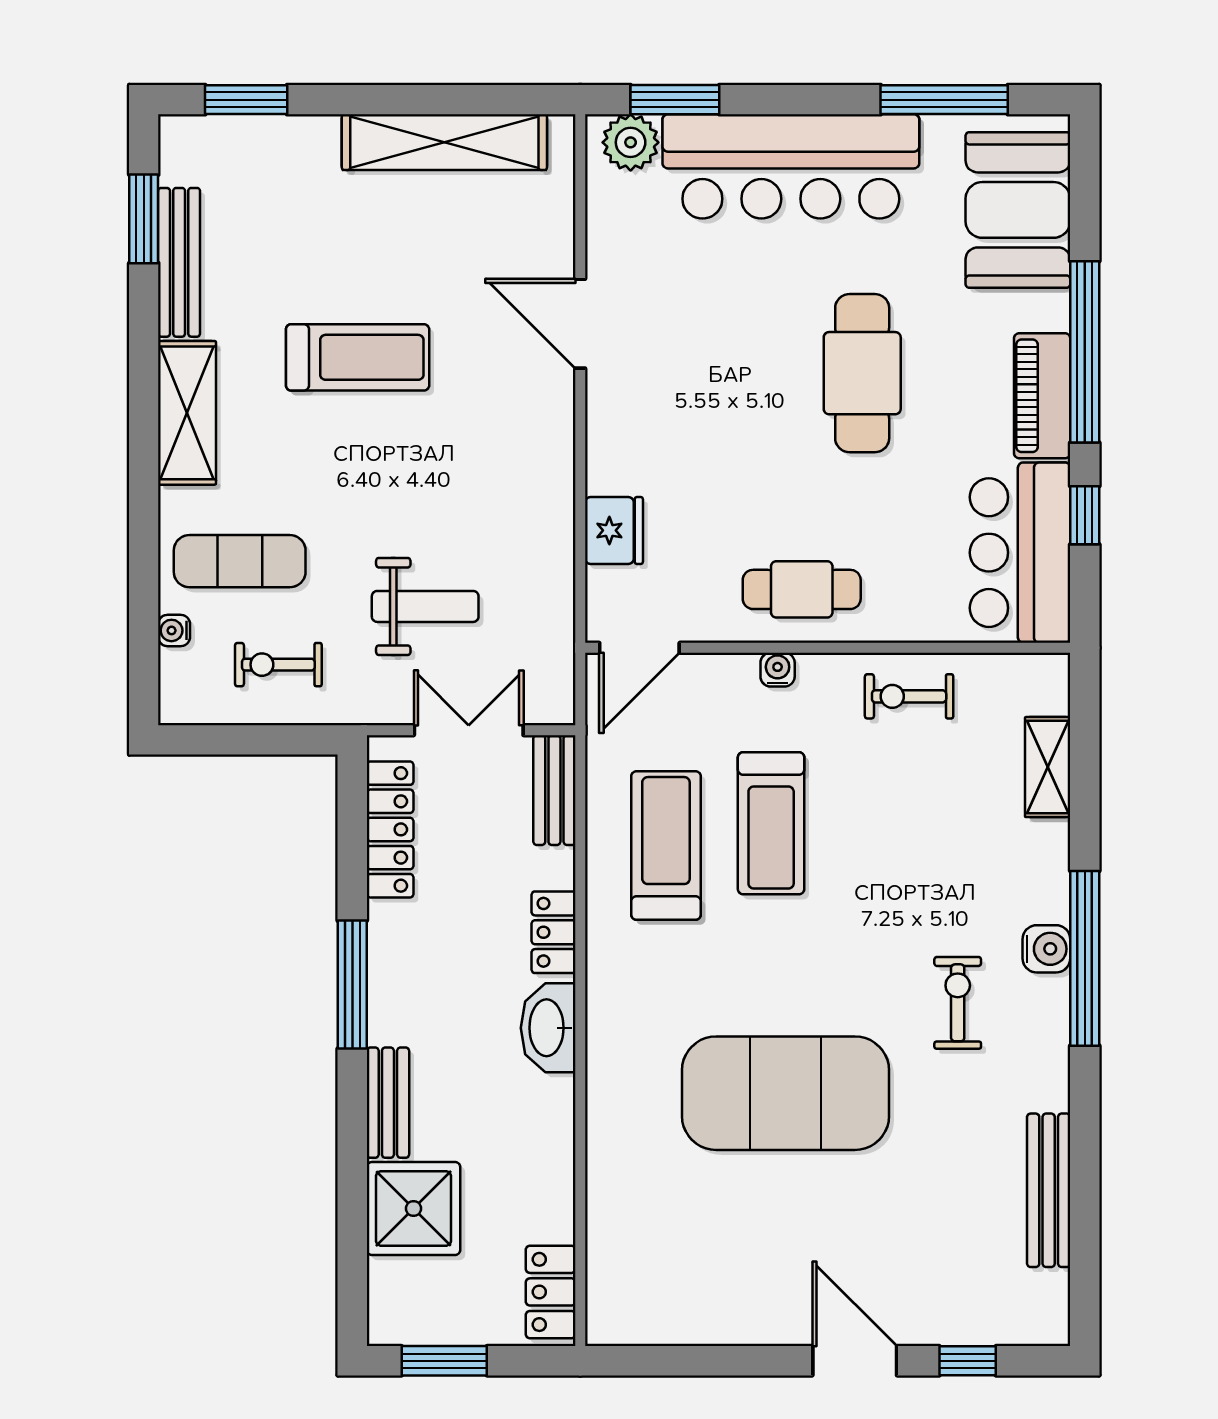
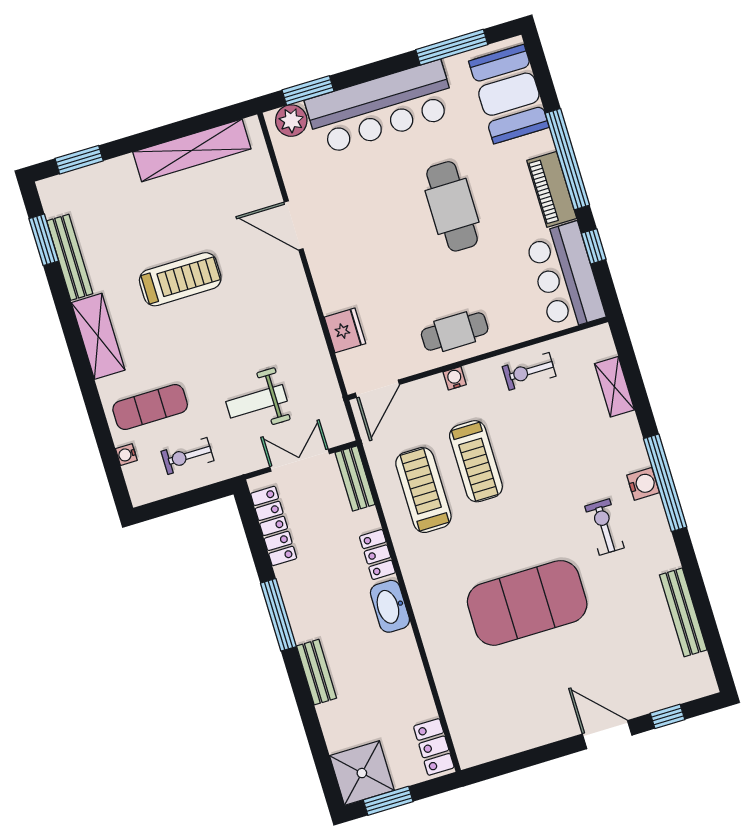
weight bench: (425, 606) -> (256, 401), turned 180
shower: (413, 1208) -> (362, 773), moved

